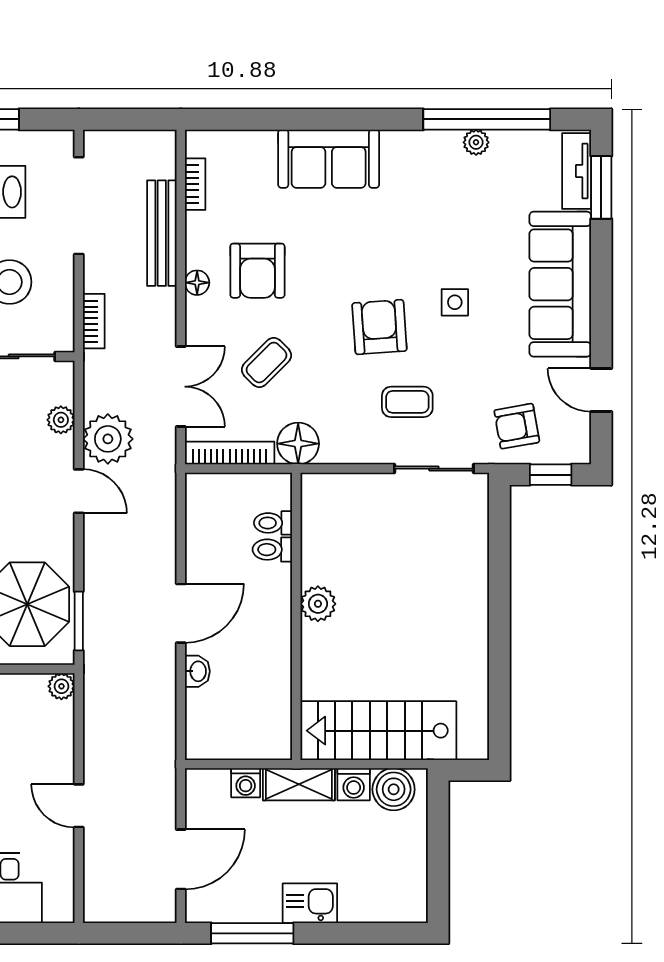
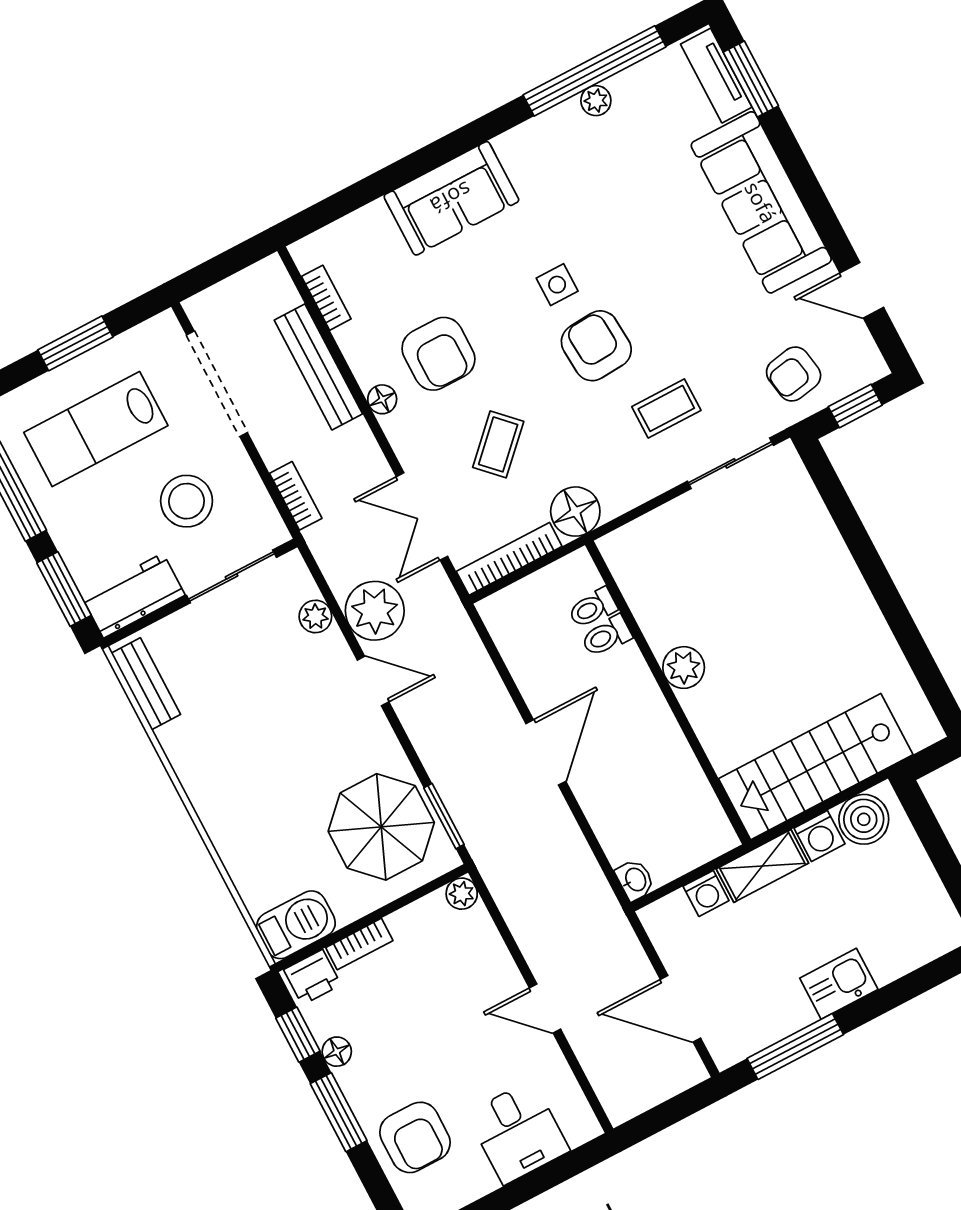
side table: (455, 302) -> (557, 285), moved
double door: (181, 387) -> (422, 516), swing flipped
washbasin: (197, 671) -> (635, 880), moved
door: (181, 859) -> (680, 1009), swing flipped

